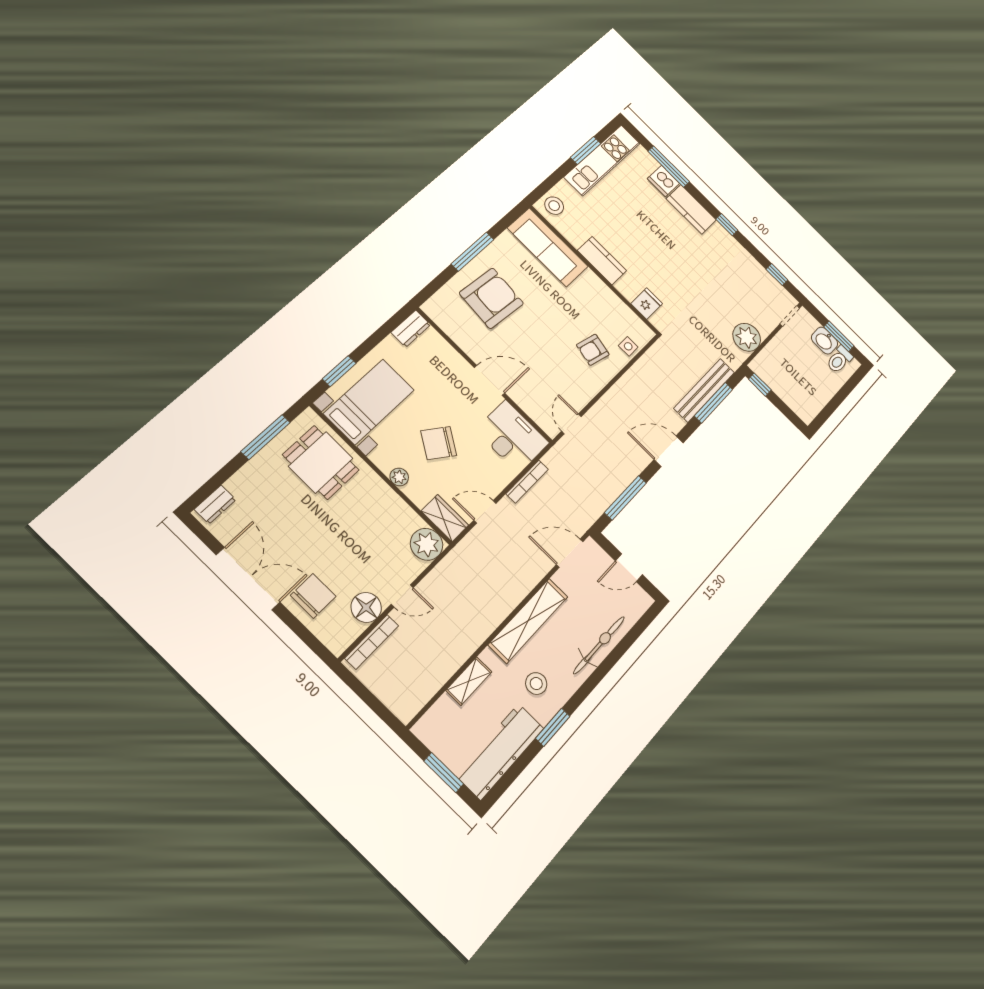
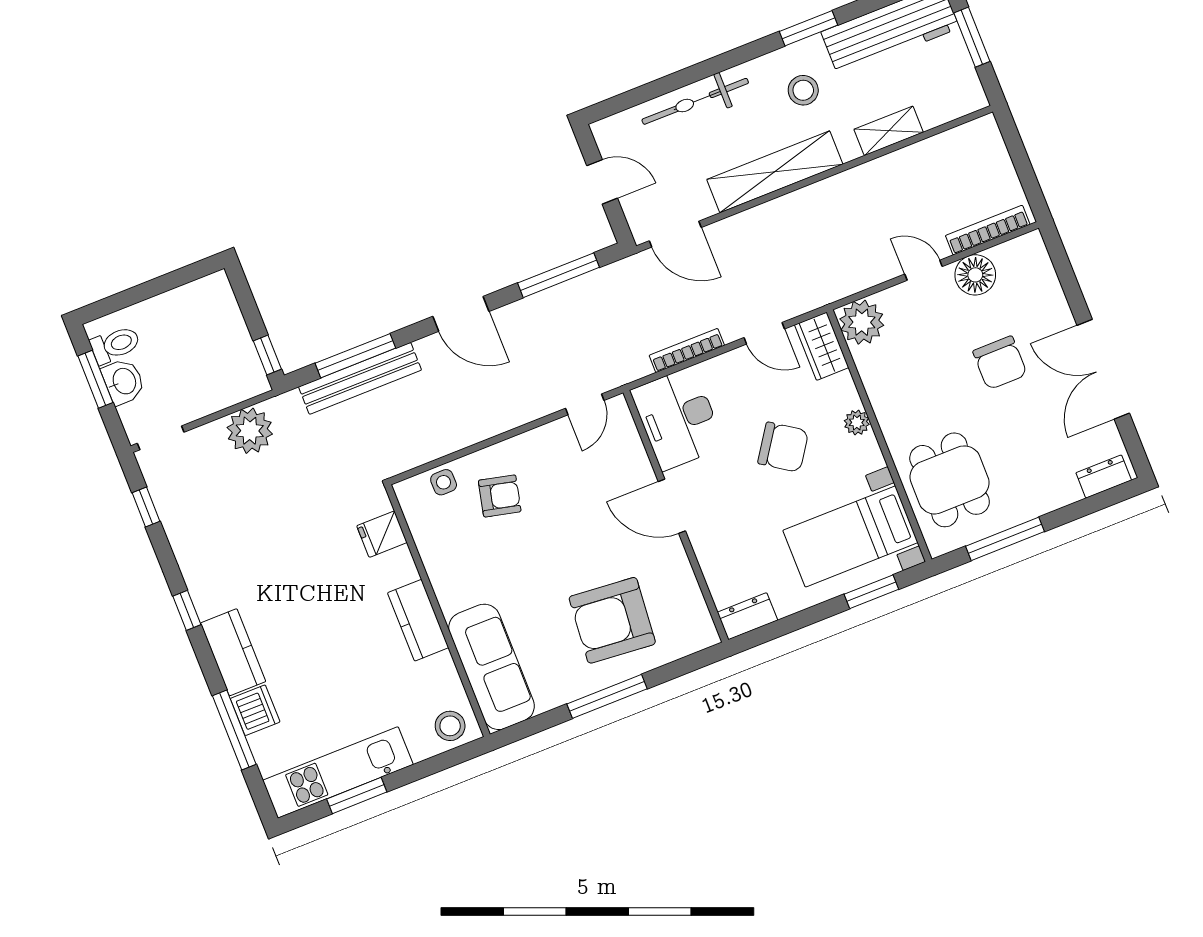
chair: (313, 596) -> (1000, 363), moved, turned -90

